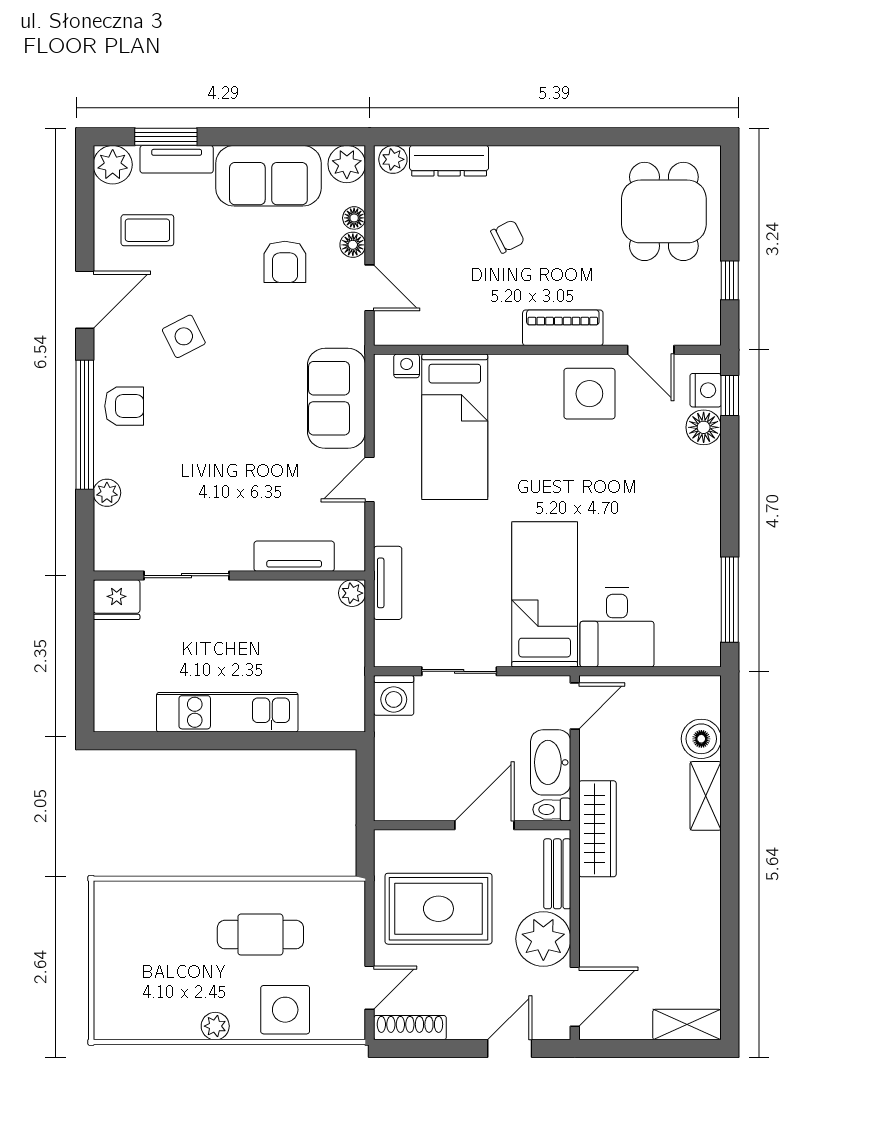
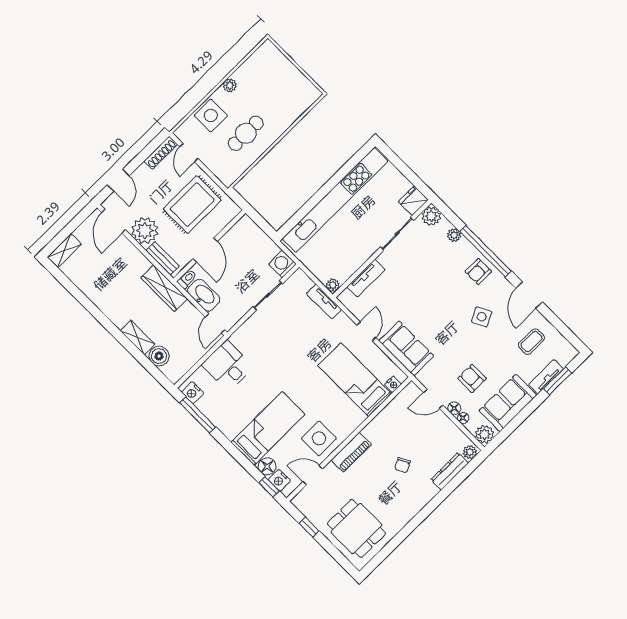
plant: (113, 165) -> (431, 216), moved
bed: (545, 594) -> (268, 428), moved, turned -90
nightstand: (705, 639) -> (192, 393), added
kitchen unit: (227, 712) -> (335, 200), width x1.86

